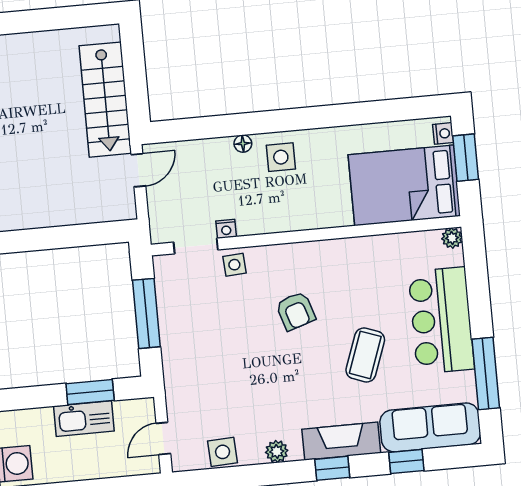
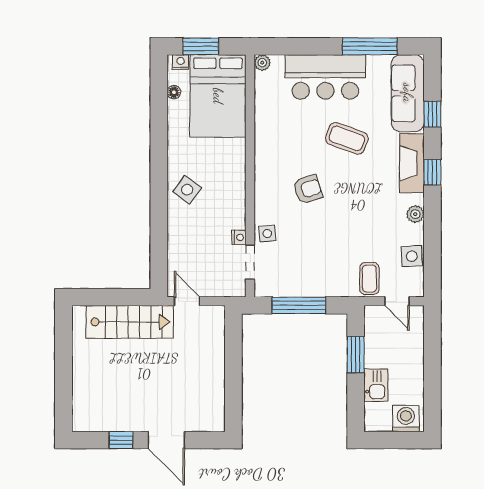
floor lamp: (243, 144) -> (174, 92), moved
side table: (281, 157) -> (187, 190), turned 36
coffee table: (189, 400) -> (369, 278), added
kitchen sink: (84, 419) -> (376, 385), moved, width x0.73

